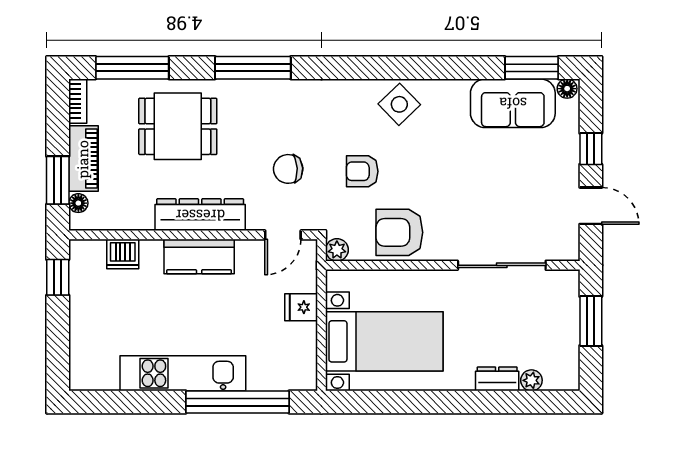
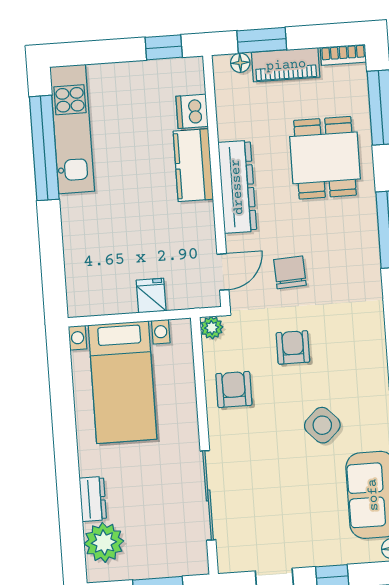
side table: (399, 104) -> (322, 425), moved
armchair: (399, 232) -> (234, 389), width x0.72, depth x0.72
door: (283, 235) -> (223, 272), swing flipped
kitchen counter: (199, 256) -> (193, 165), moved
kitchen unit: (183, 373) -> (72, 129), moved
plant: (531, 380) -> (104, 542), width x1.87, depth x1.87
window: (237, 402) -> (44, 148), moved

